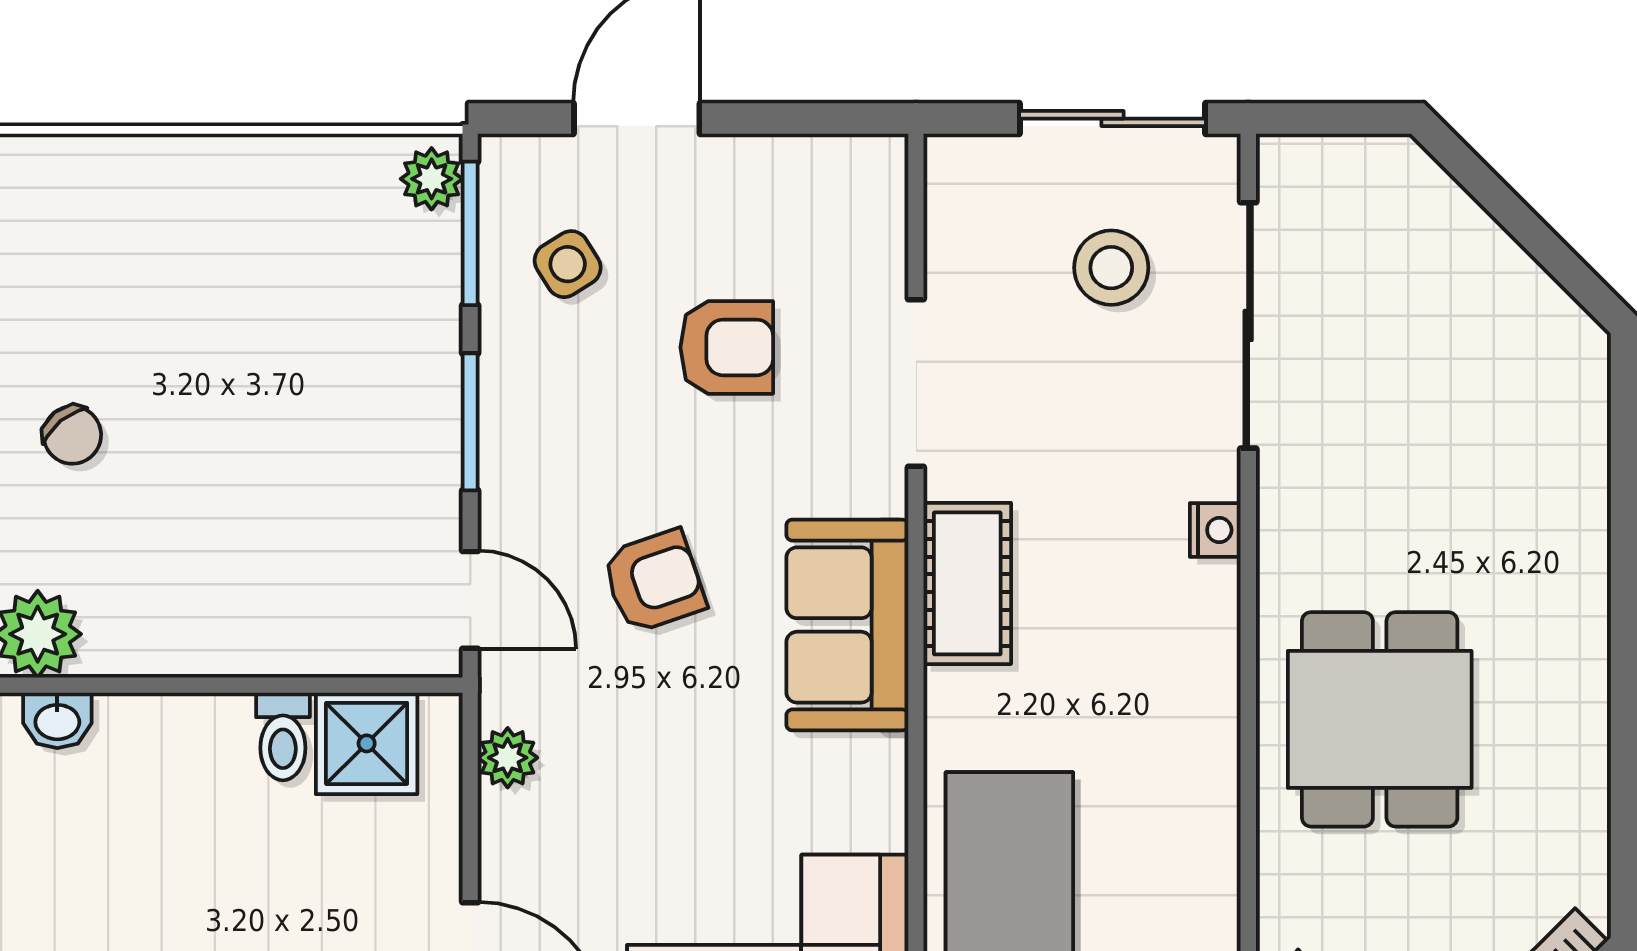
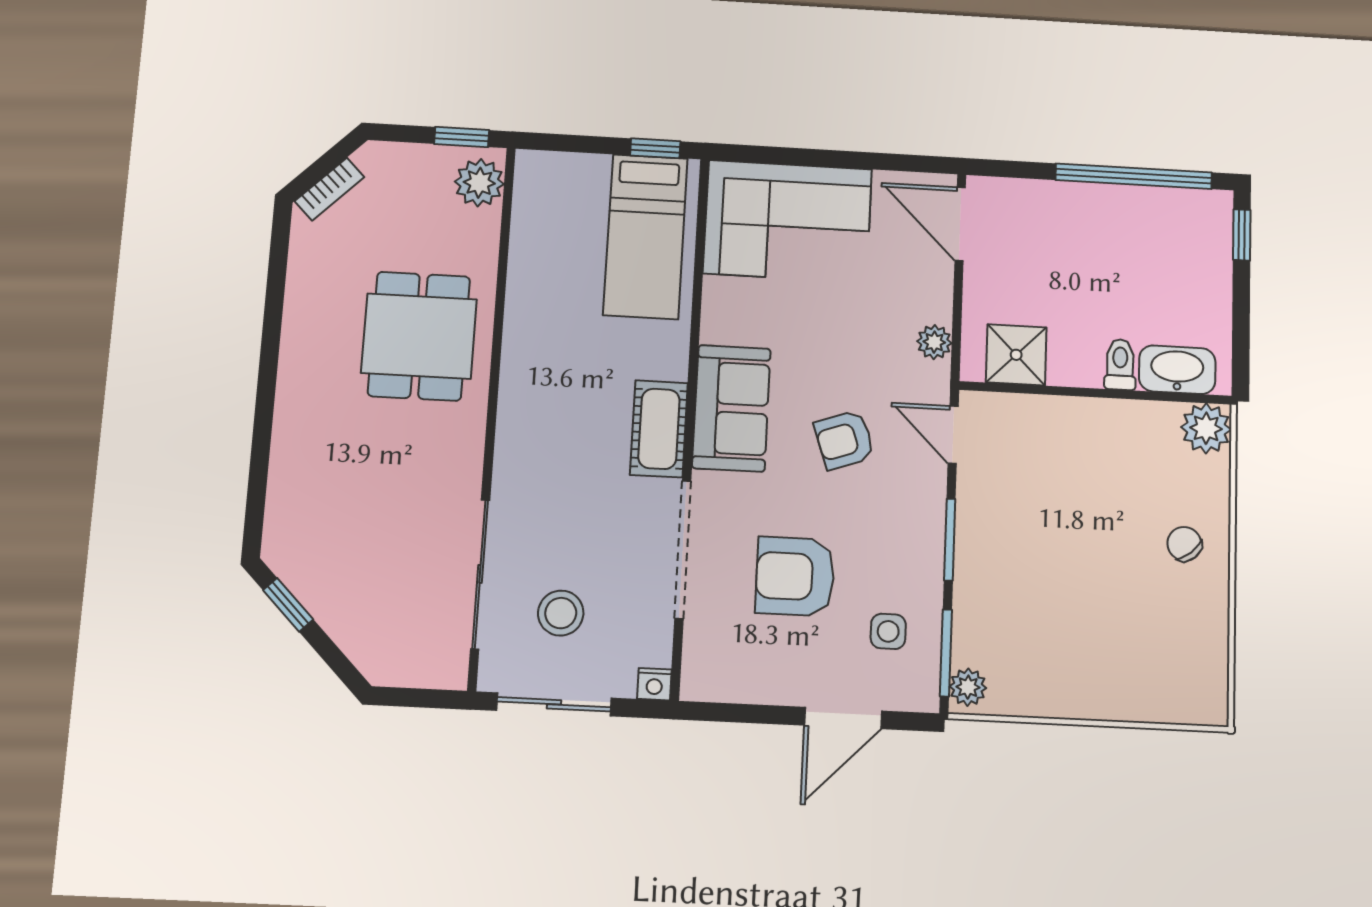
window: (1558, 259) -> (288, 605), added
side table: (568, 264) -> (888, 631), turned 32
armchair: (727, 347) -> (795, 576), width x1.38, depth x1.38
doorway: (916, 383) -> (683, 549), width x1.36
nightstand: (1215, 530) -> (654, 684), moved, turned -90
washbasin: (57, 720) -> (1177, 370), width x1.91, depth x1.45
toilet: (283, 736) -> (1120, 364), moved

